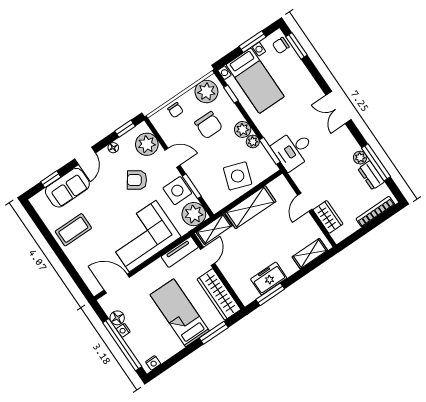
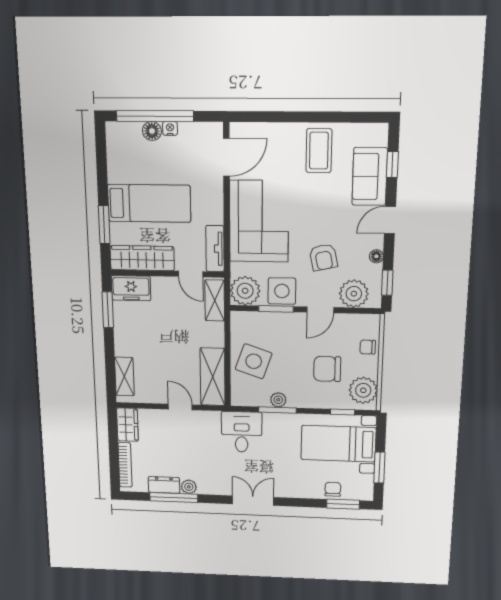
chair: (281, 45) -> (333, 489), moved
plant: (243, 129) -> (298, 398), removed
window: (270, 151) -> (277, 410), moved
door: (85, 156) -> (390, 220), hinge flipped
armchair: (137, 180) -> (323, 257), turned 133
shelving: (250, 207) -> (213, 377), moved
wardrobe: (328, 217) -> (127, 425), moved, turned -90
freezer: (269, 279) -> (131, 288), moved, turned 90
floor lamp: (117, 318) -> (152, 131), moved
nightstand: (153, 363) -> (113, 137), removed

